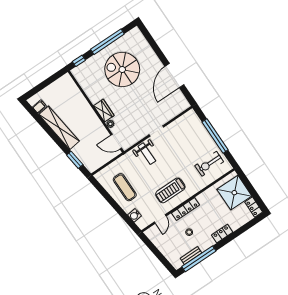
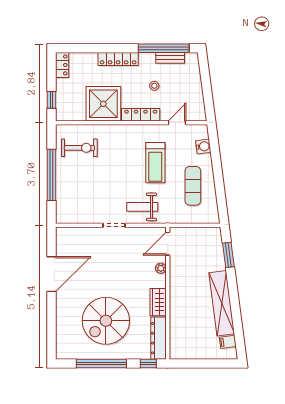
spiral stairs: (122, 69) -> (106, 321), turned 90
dresser: (83, 80) -> (158, 338), added
wardrobe: (104, 111) -> (158, 302), moved
door: (116, 142) -> (168, 244), swing flipped
weight bench: (147, 154) -> (142, 207), turned -90
window: (246, 182) -> (52, 100), added
treadmill: (170, 190) -> (155, 163), moved, turned 90
shower: (234, 193) -> (103, 104), moved
locker: (222, 234) -> (118, 59), width x1.53

